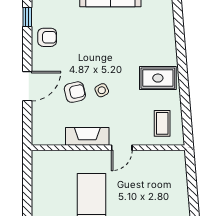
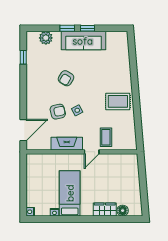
armchair: (47, 37) -> (66, 78), moved, turned 122
door: (27, 86) -> (23, 130), moved
coffee table: (162, 123) -> (106, 137), moved

